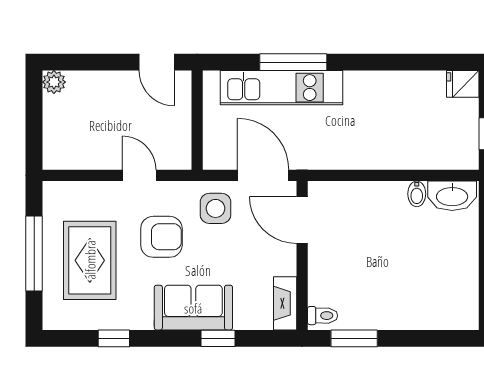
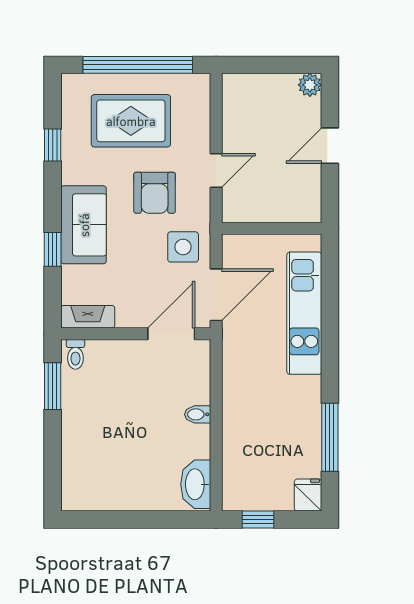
door: (157, 62) -> (330, 146), moved
window: (293, 62) -> (330, 437), moved
bidet: (417, 194) -> (198, 414), moved
window: (34, 253) -> (138, 65), width x1.46

